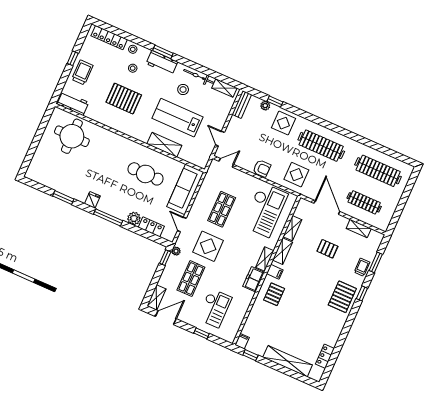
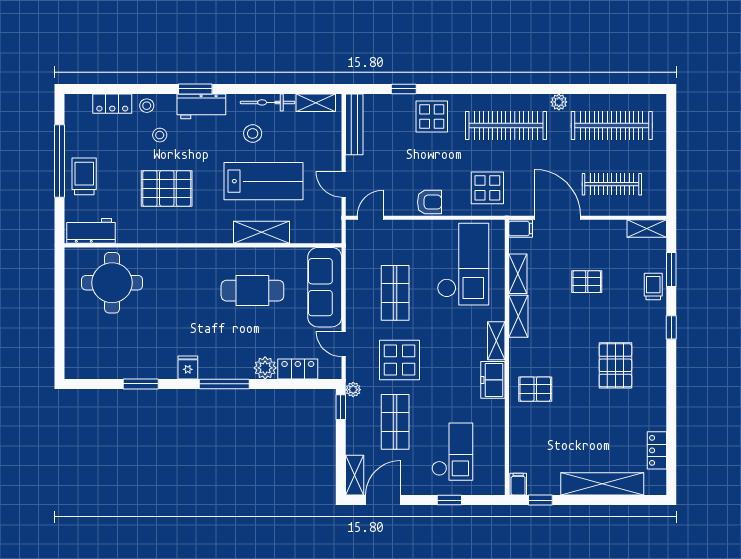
locker: (109, 38) -> (112, 104), width x0.66
window: (73, 58) -> (59, 161), width x3.17
bench: (242, 104) -> (354, 124), width x1.36
plant: (265, 106) -> (559, 102), moved
lab bench: (178, 118) -> (263, 181), turned 180
shelving: (359, 228) -> (647, 229), moved
filing cabinet: (275, 272) -> (521, 229), moved
pallet: (274, 294) -> (535, 389), turned 90
pallet: (342, 297) -> (615, 365), moved

